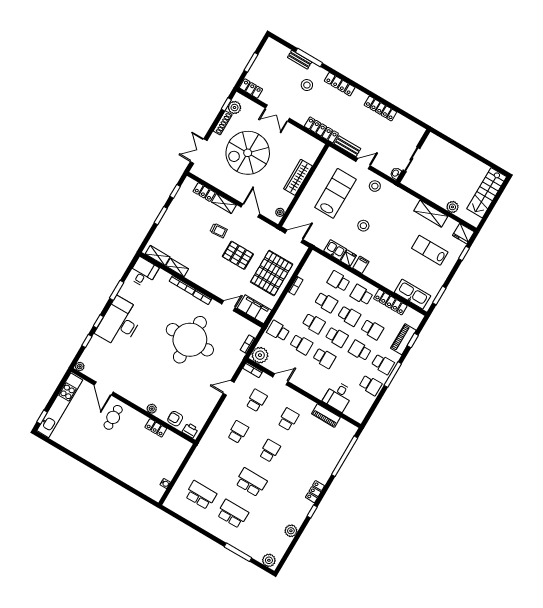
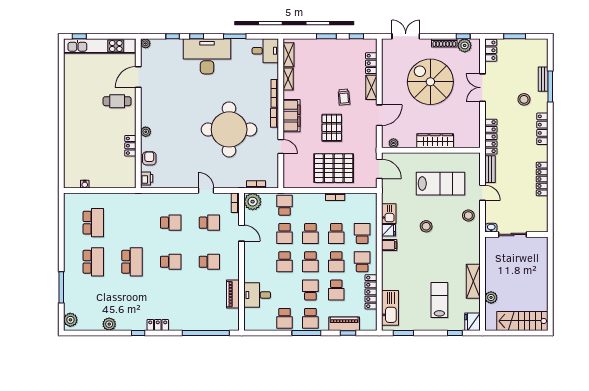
filing cabinet: (254, 309) -> (292, 116), moved

